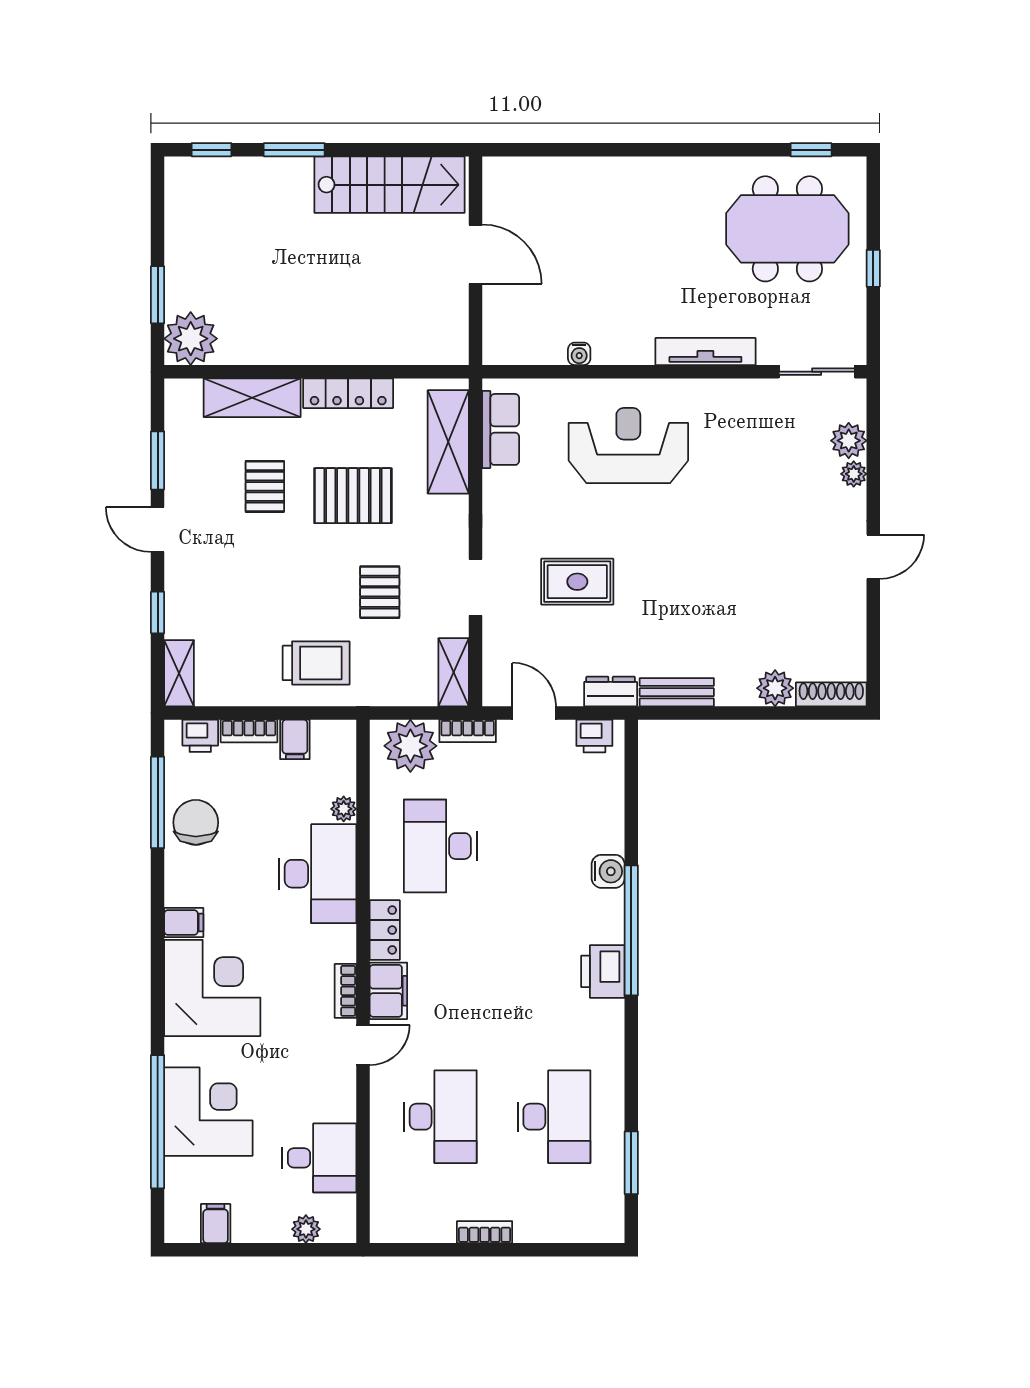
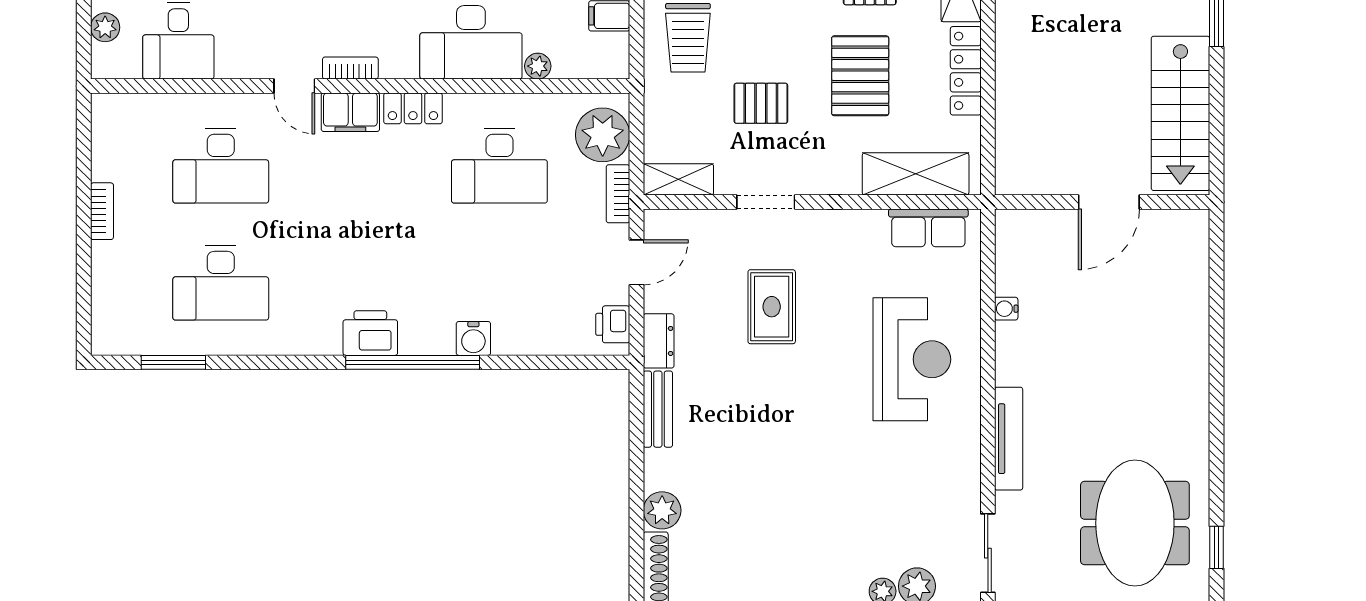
desk: (440, 846) -> (499, 166), turned 180

